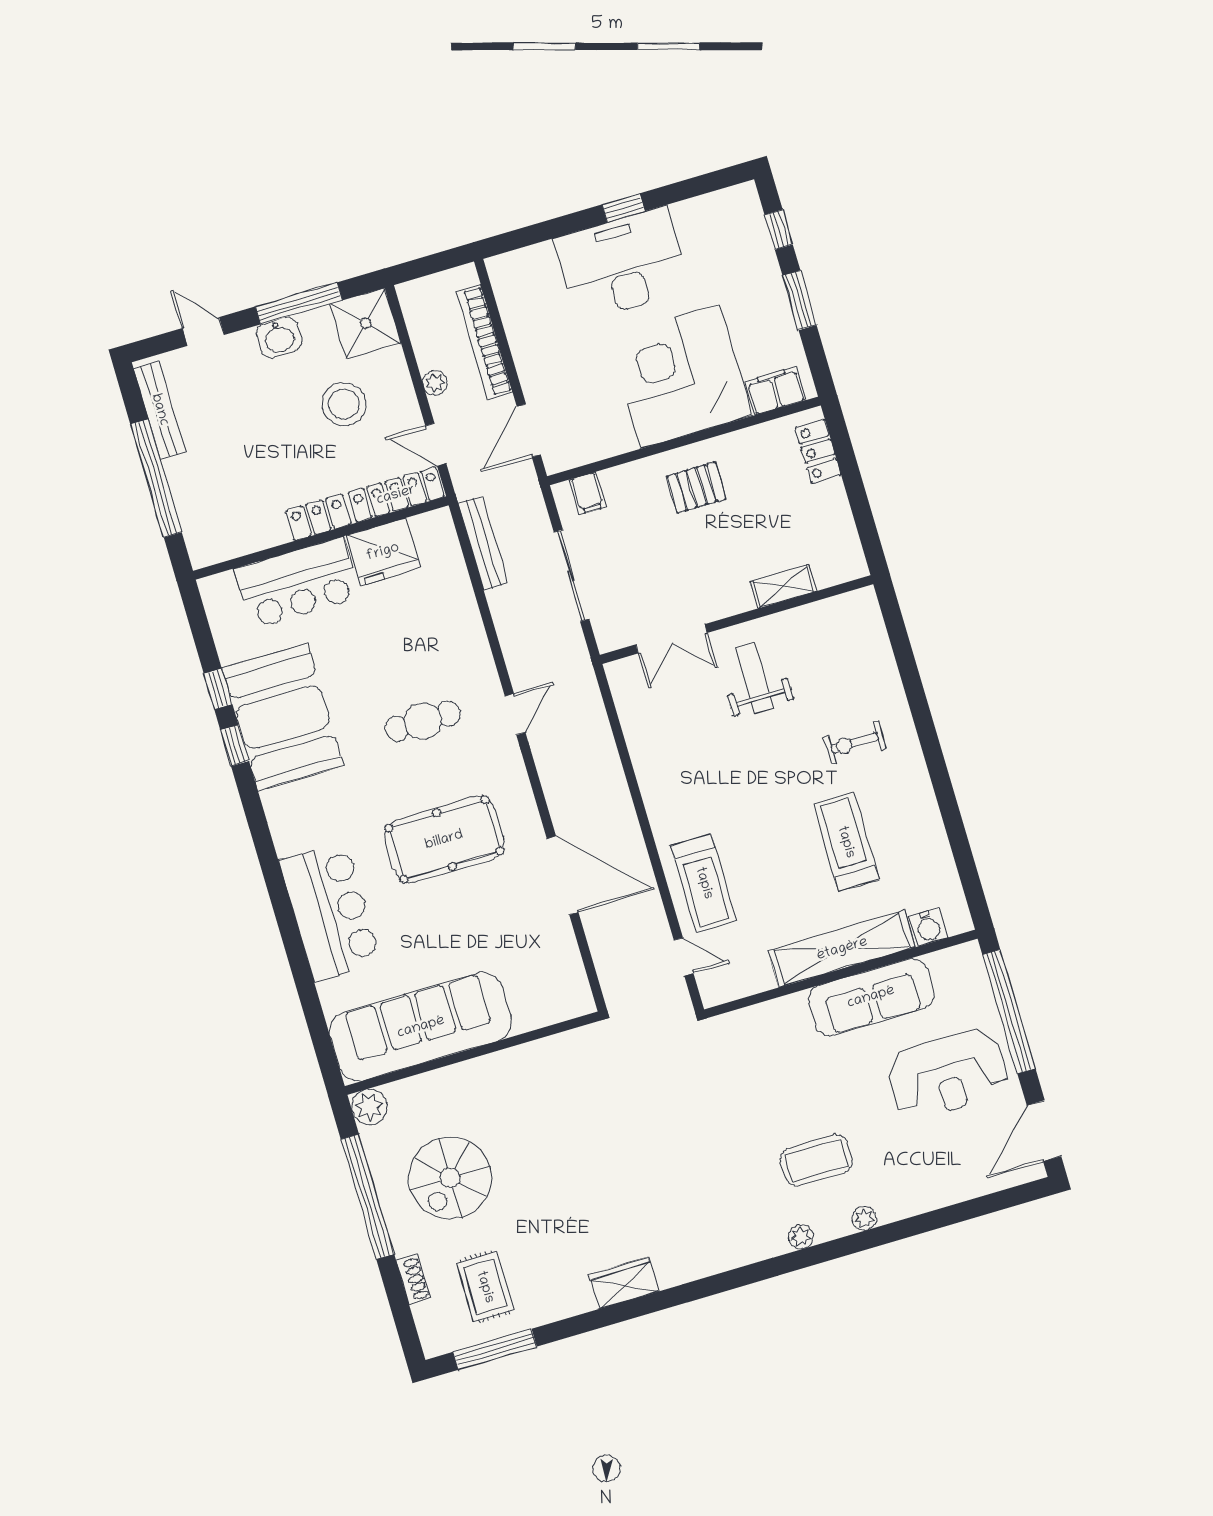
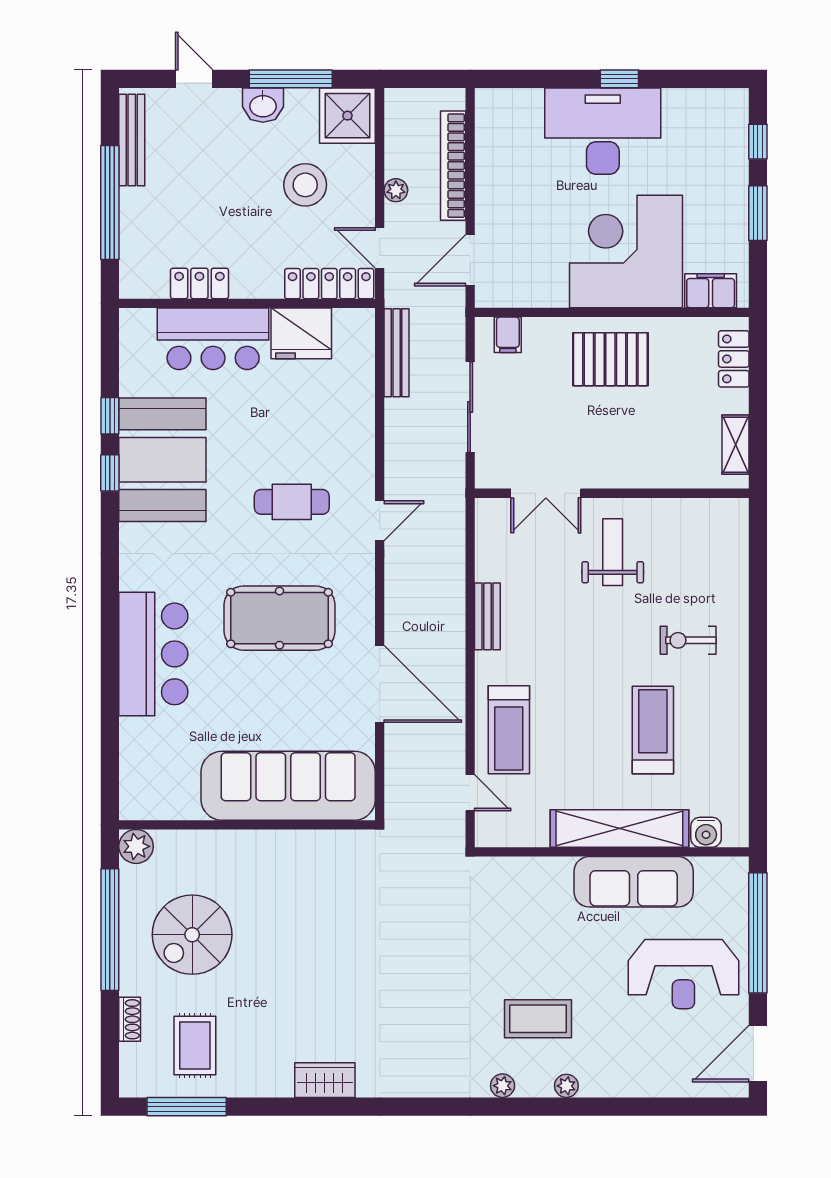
pallet: (696, 487) -> (610, 359), width x1.50, depth x1.42
locker: (318, 517) -> (199, 283), moved
shelving: (783, 587) -> (735, 445), moved, turned 90
bench: (649, 777) -> (487, 616), added
sofa: (421, 1027) -> (288, 786), moved

